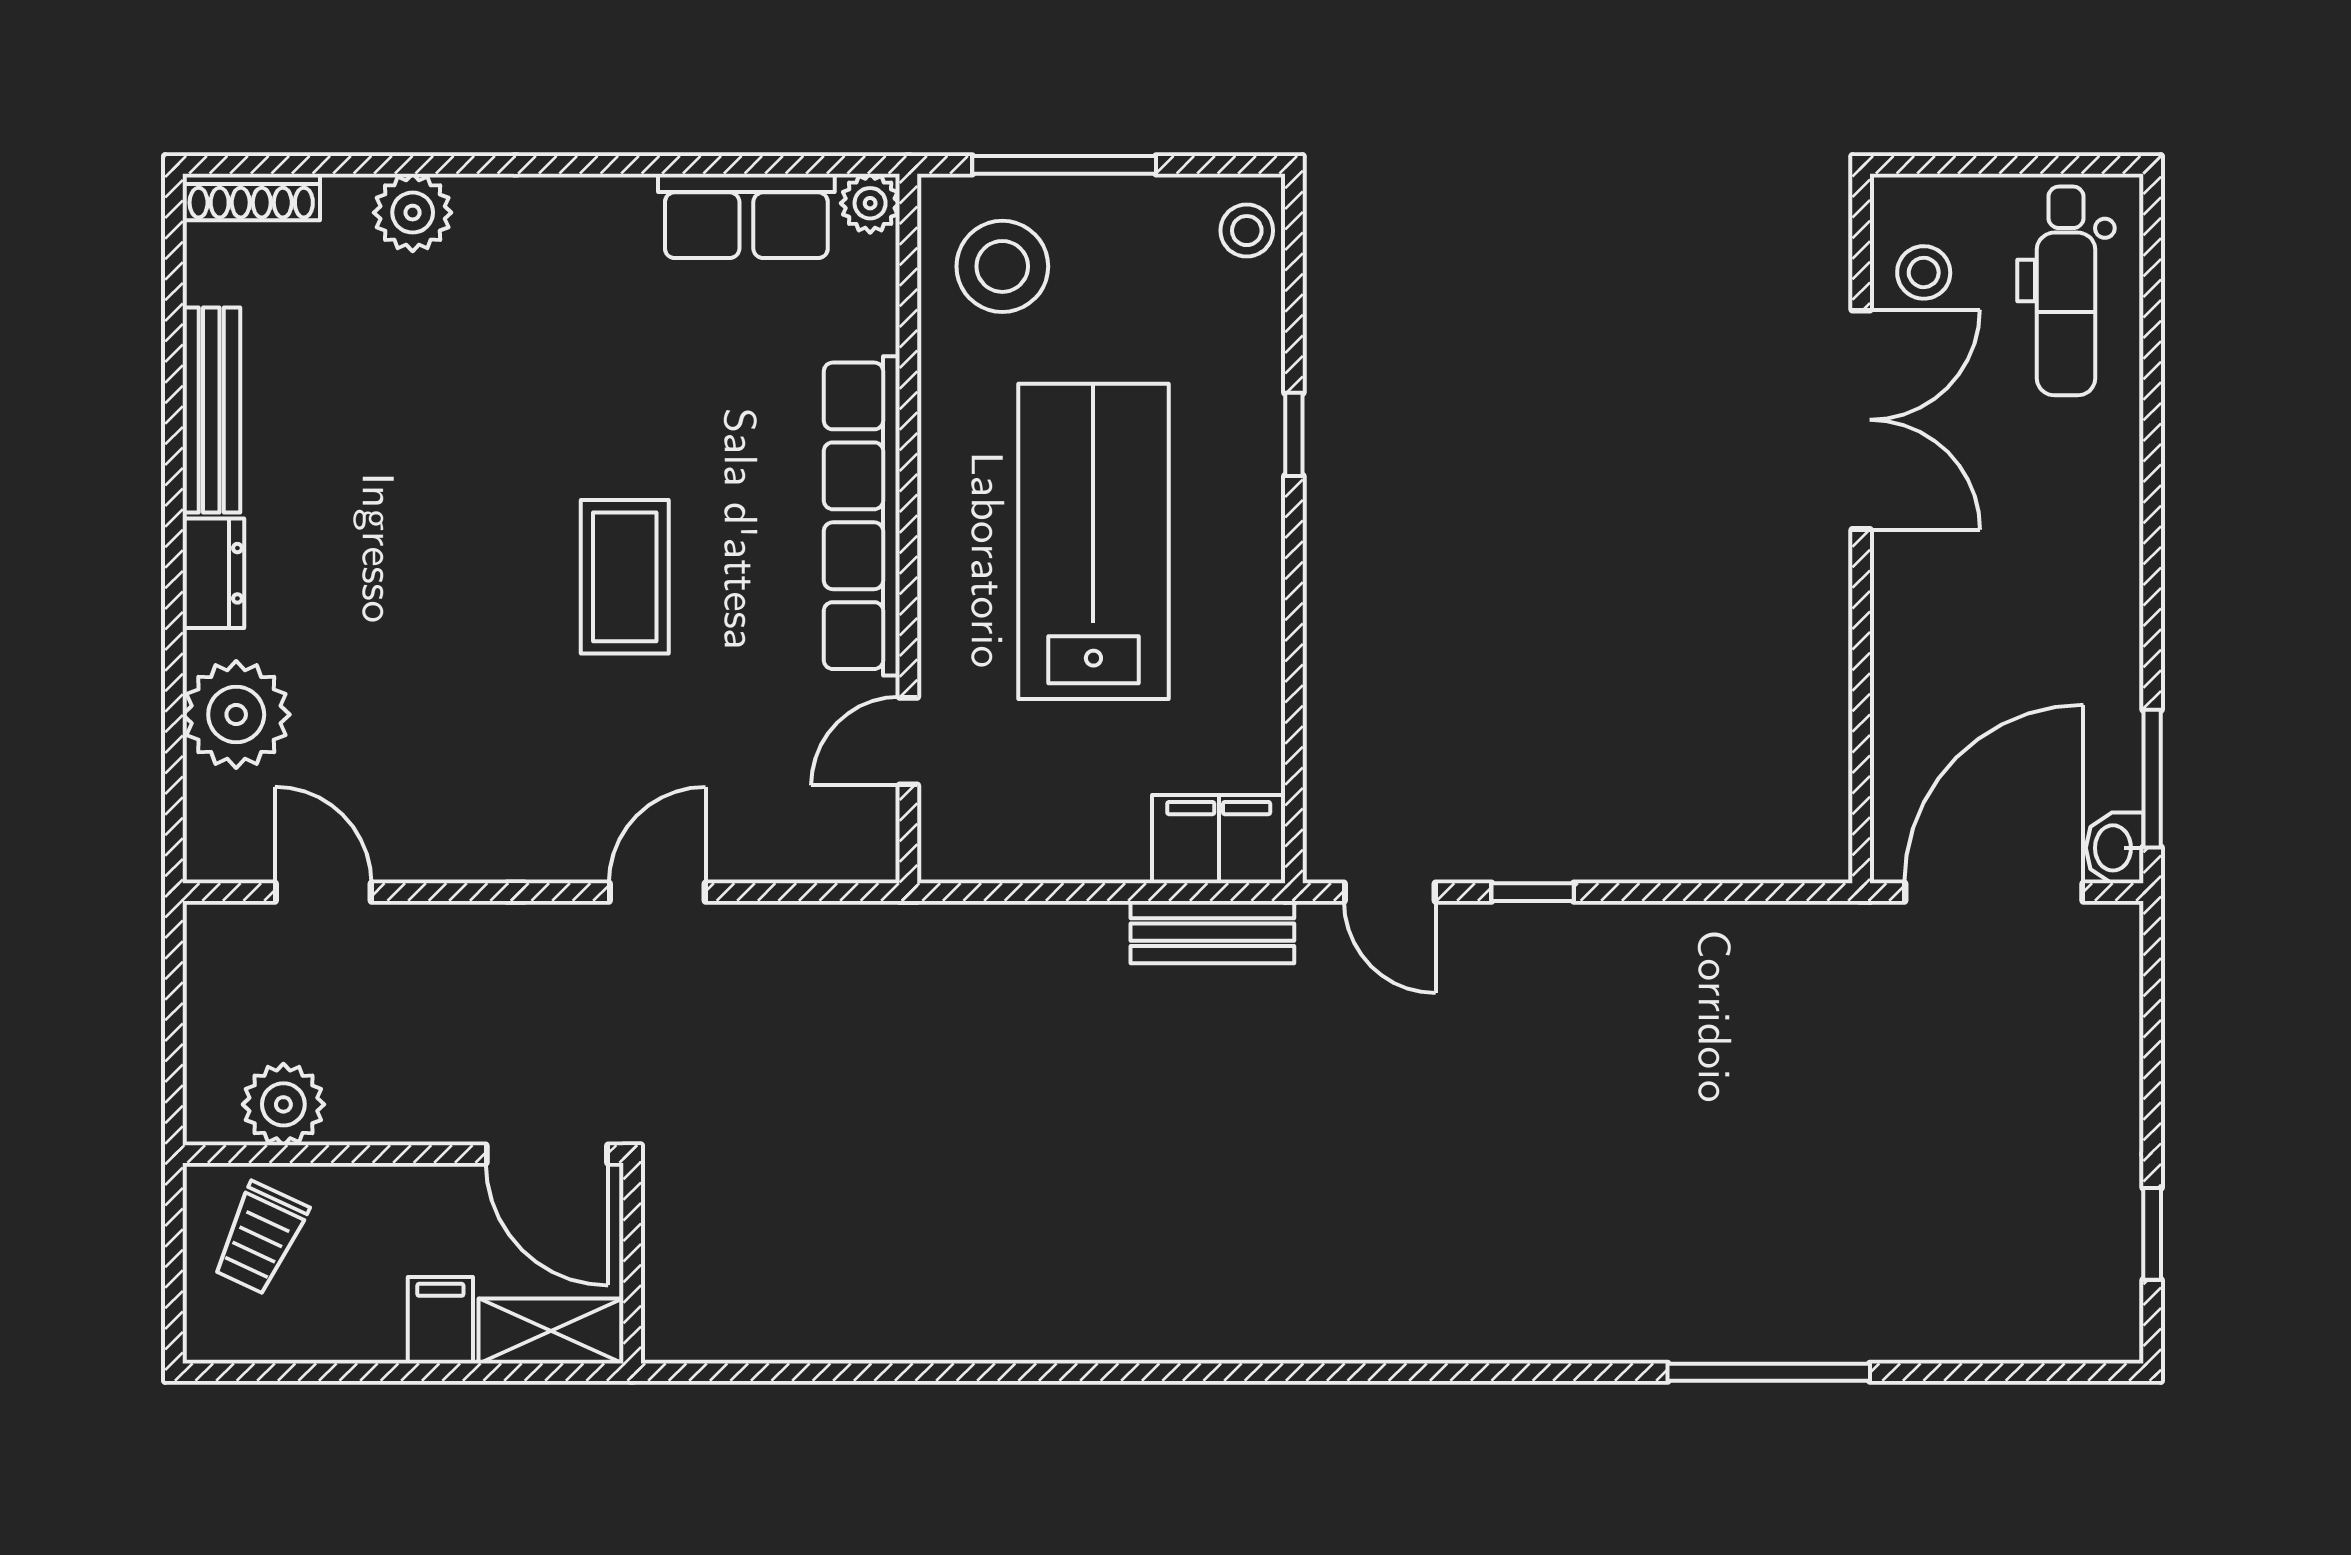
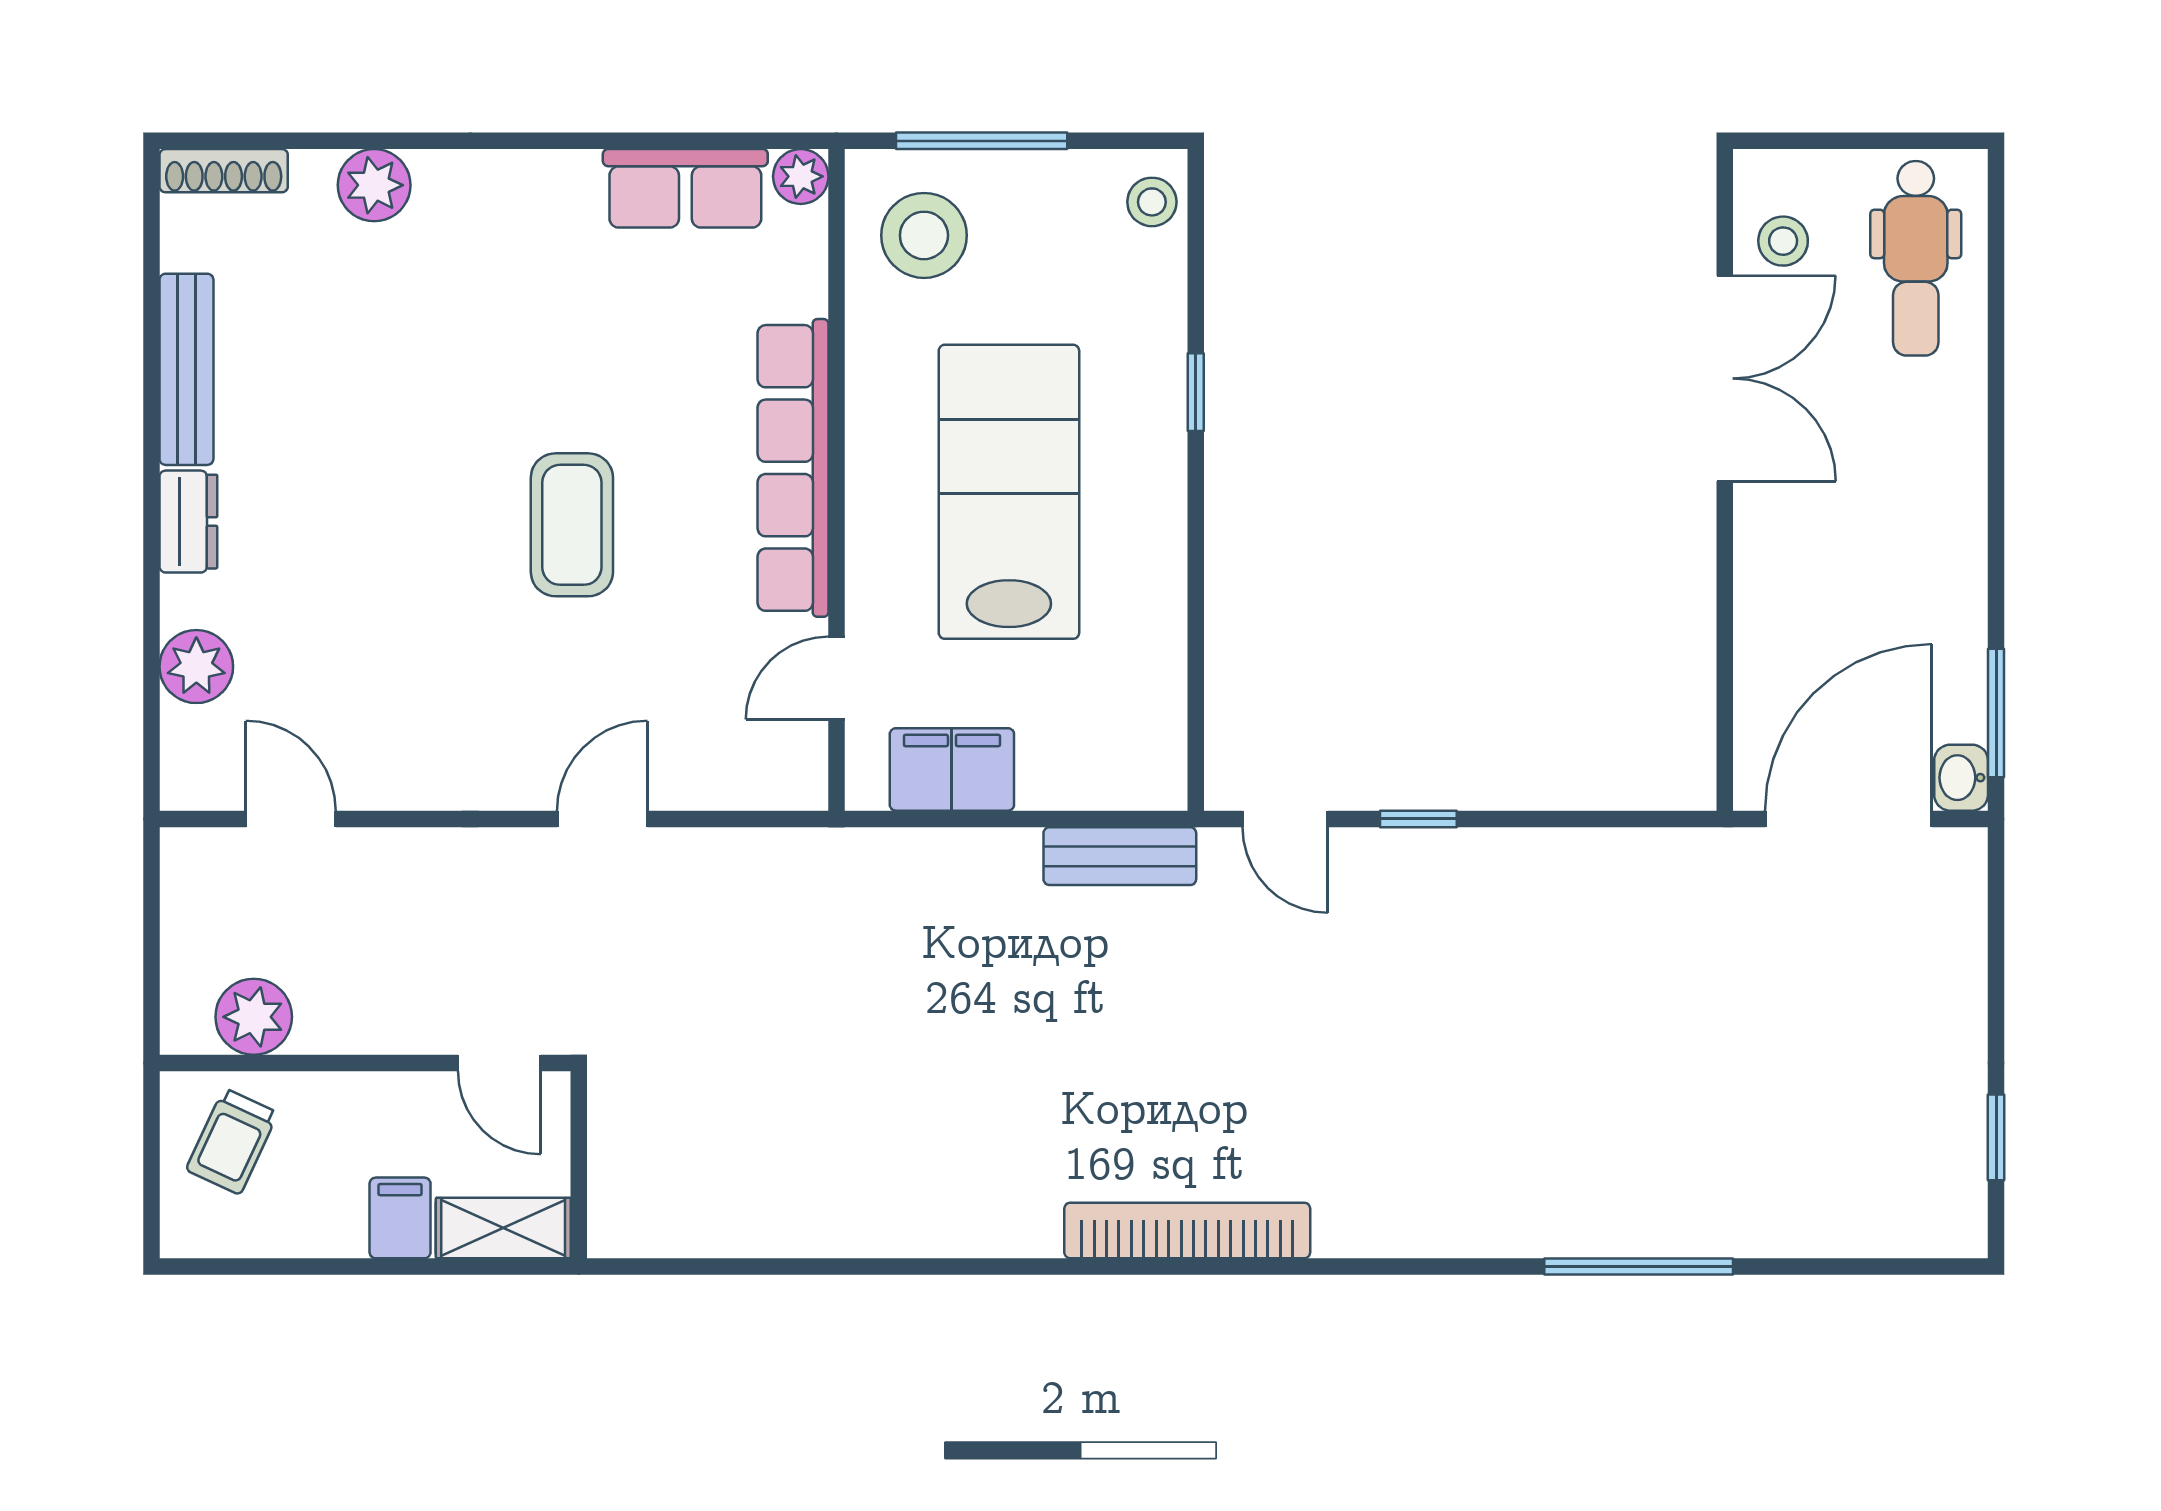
plant: (236, 715) -> (196, 667), width x0.73, depth x0.73
filing cabinet: (1219, 839) -> (952, 769), moved
door: (547, 1154) -> (499, 1063), width x0.73
bookcase: (1285, 1334) -> (1187, 1230), added

